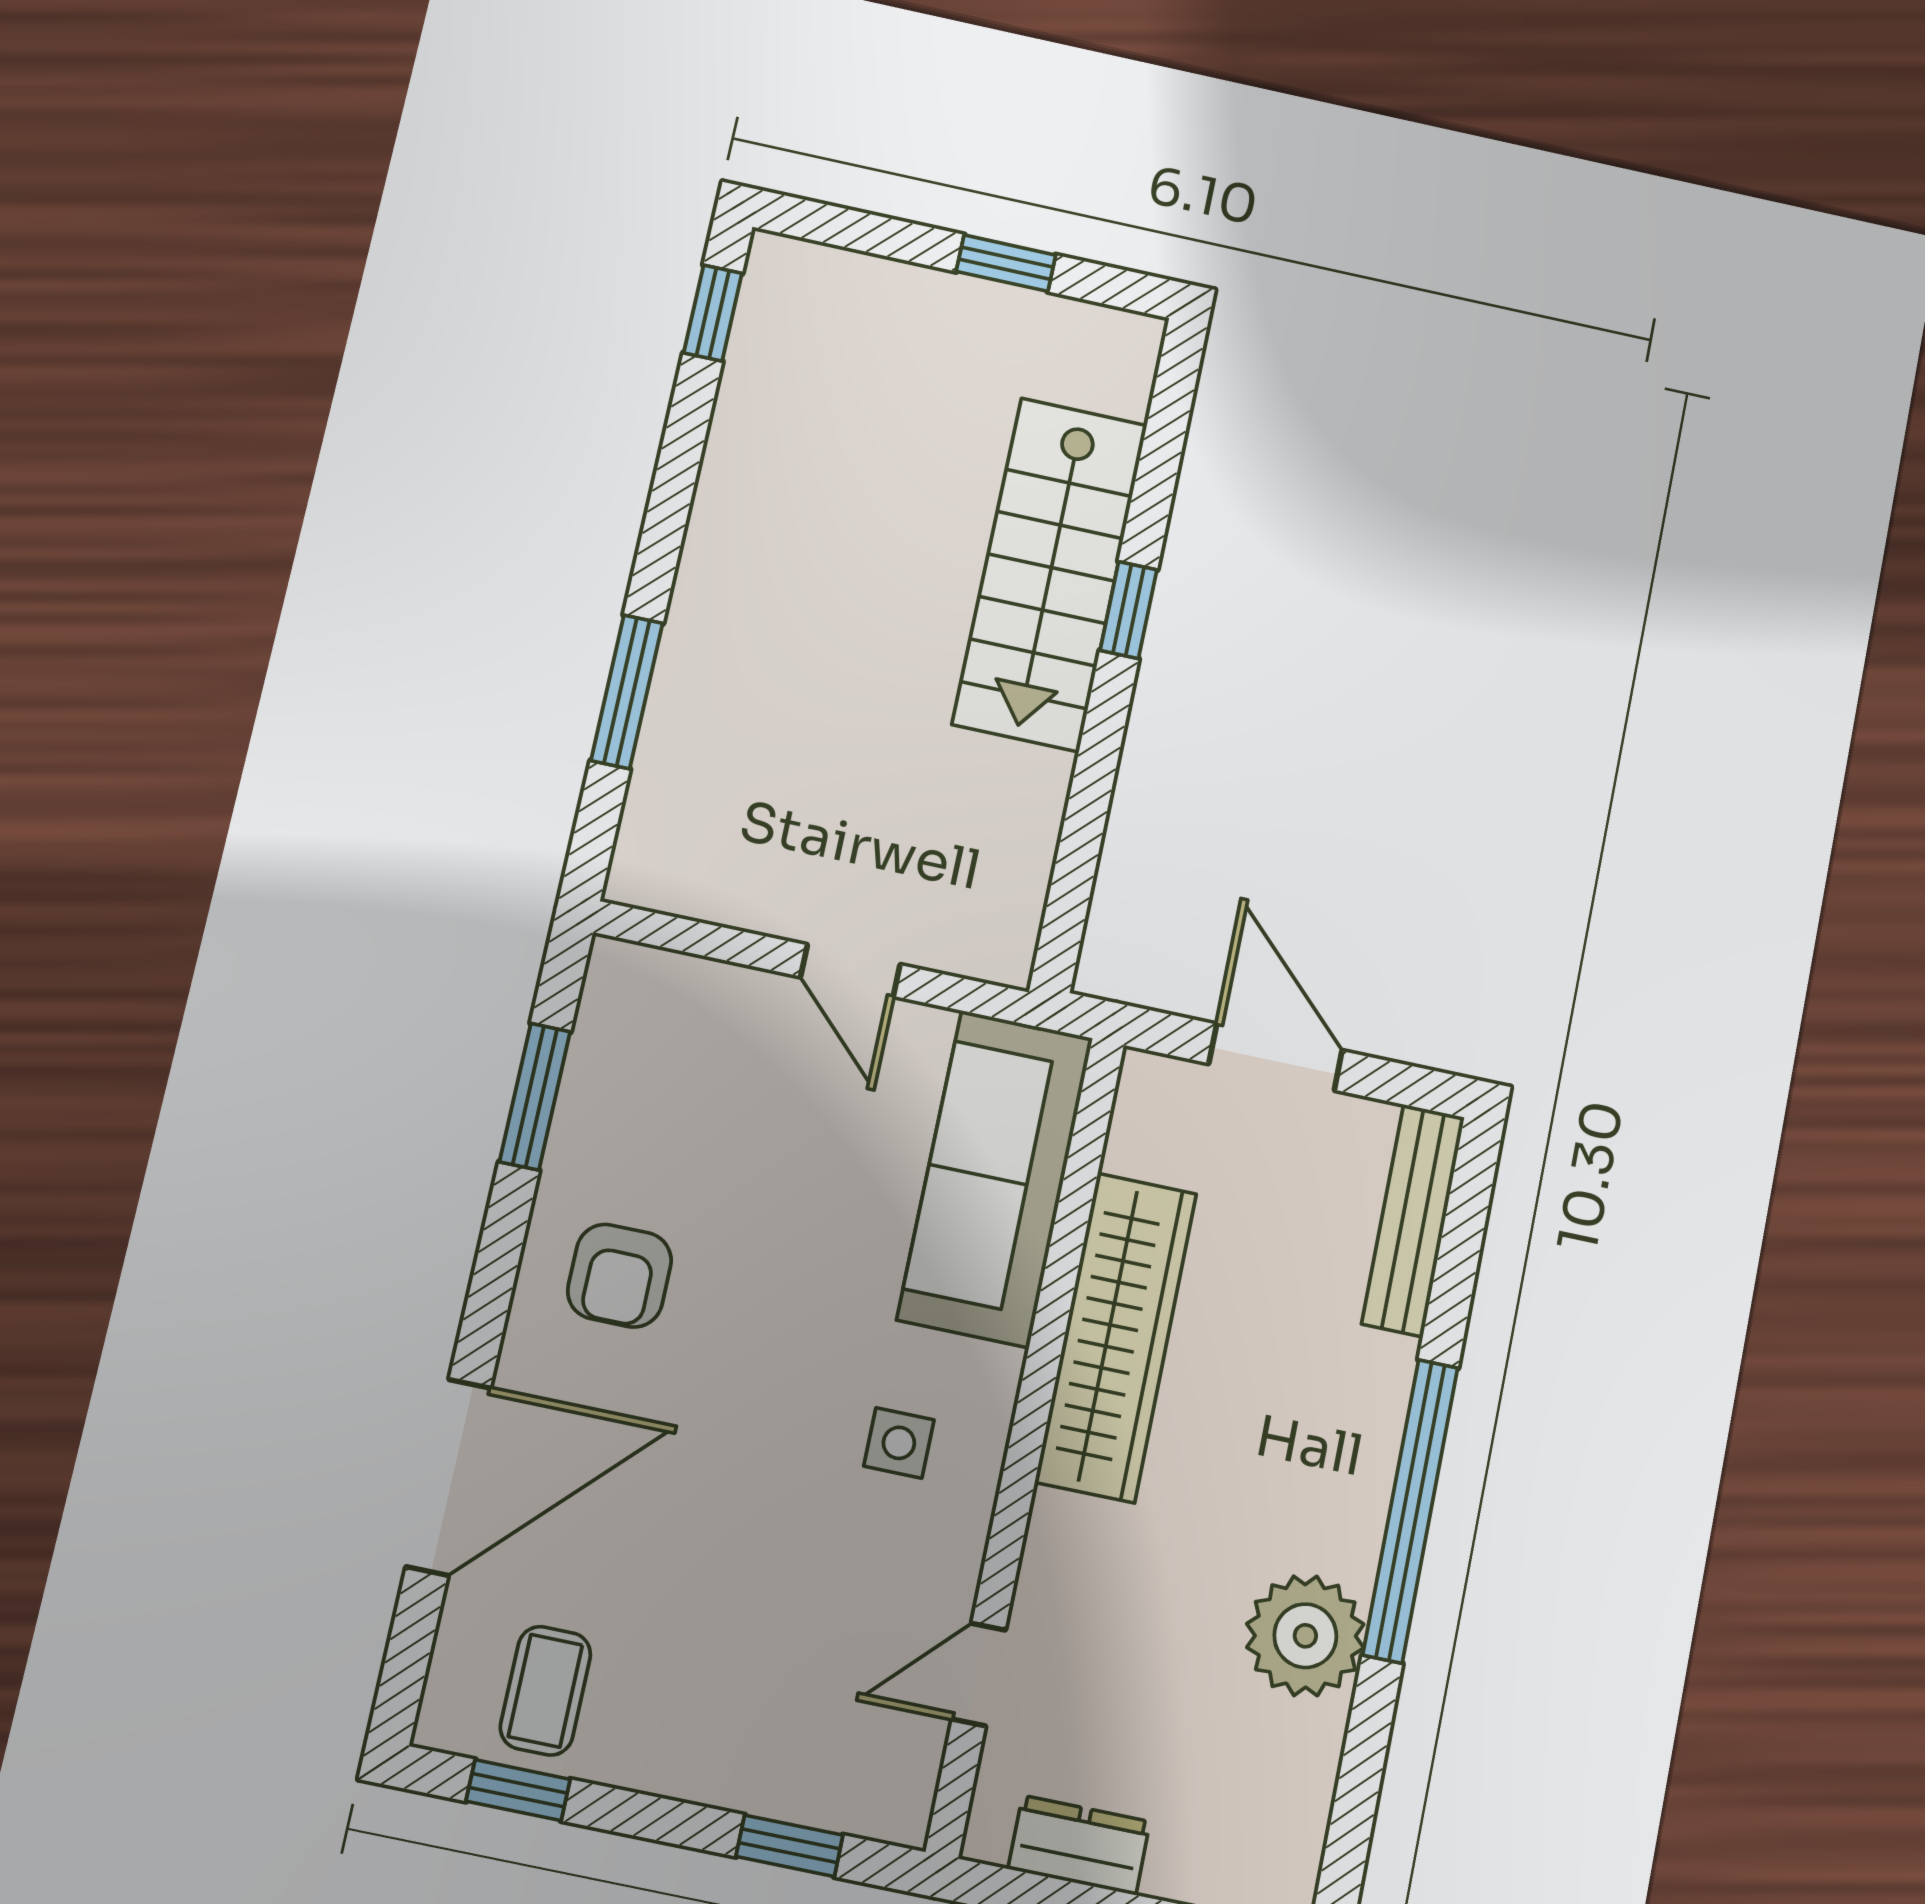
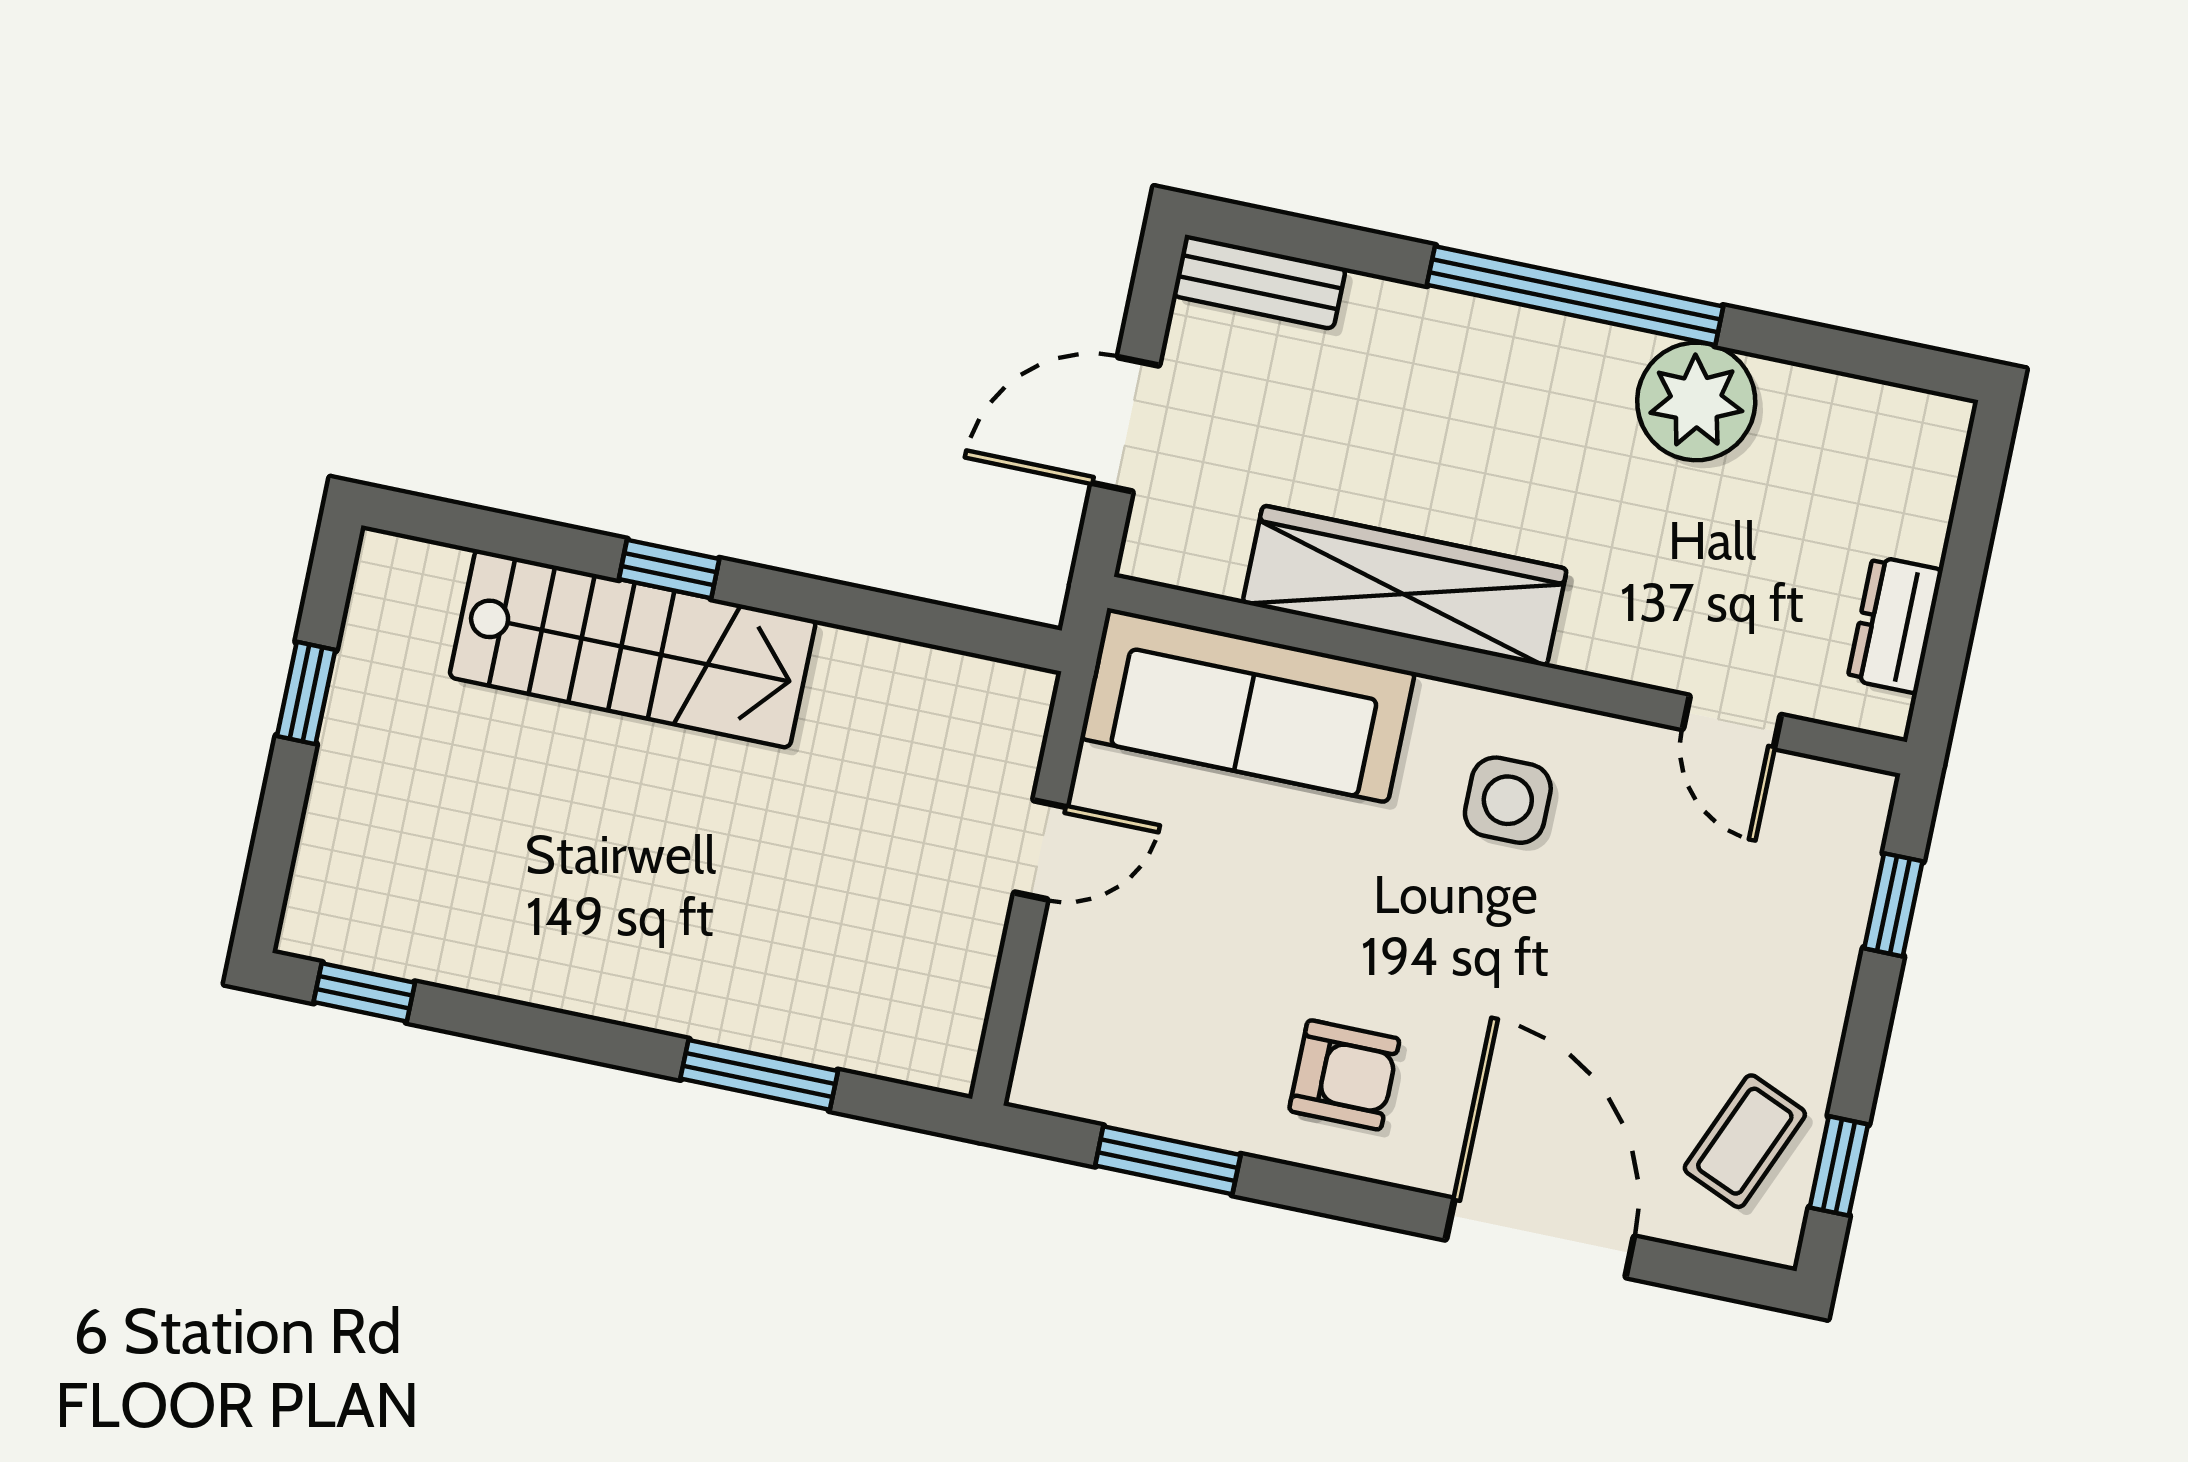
bench: (1413, 1220) -> (1259, 282), width x0.73
side table: (899, 1443) -> (1508, 800), width x1.37, depth x1.37
coffee table: (545, 1691) -> (1745, 1141), turned -67

